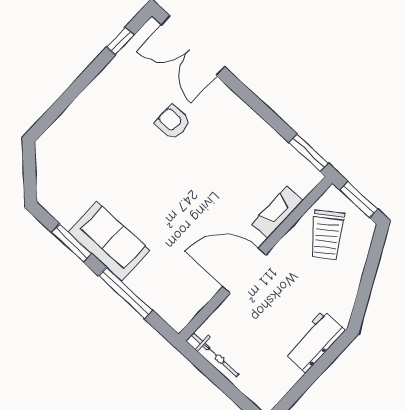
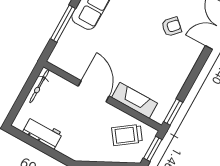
armchair: (173, 122) -> (172, 27), turned 43
fireplace: (277, 212) -> (135, 100), width x1.37, depth x1.32
workbench: (314, 342) -> (43, 133), moved

